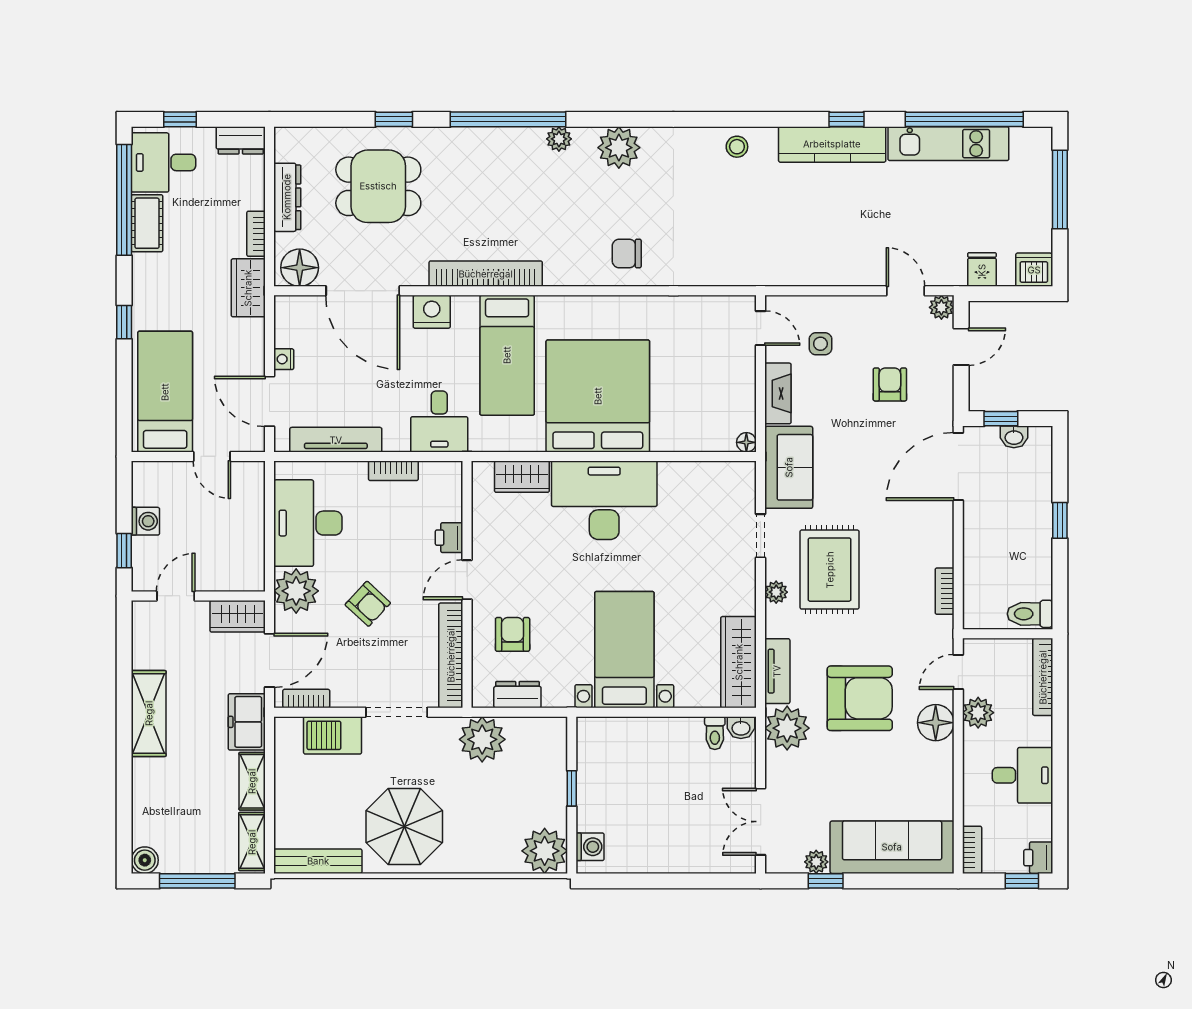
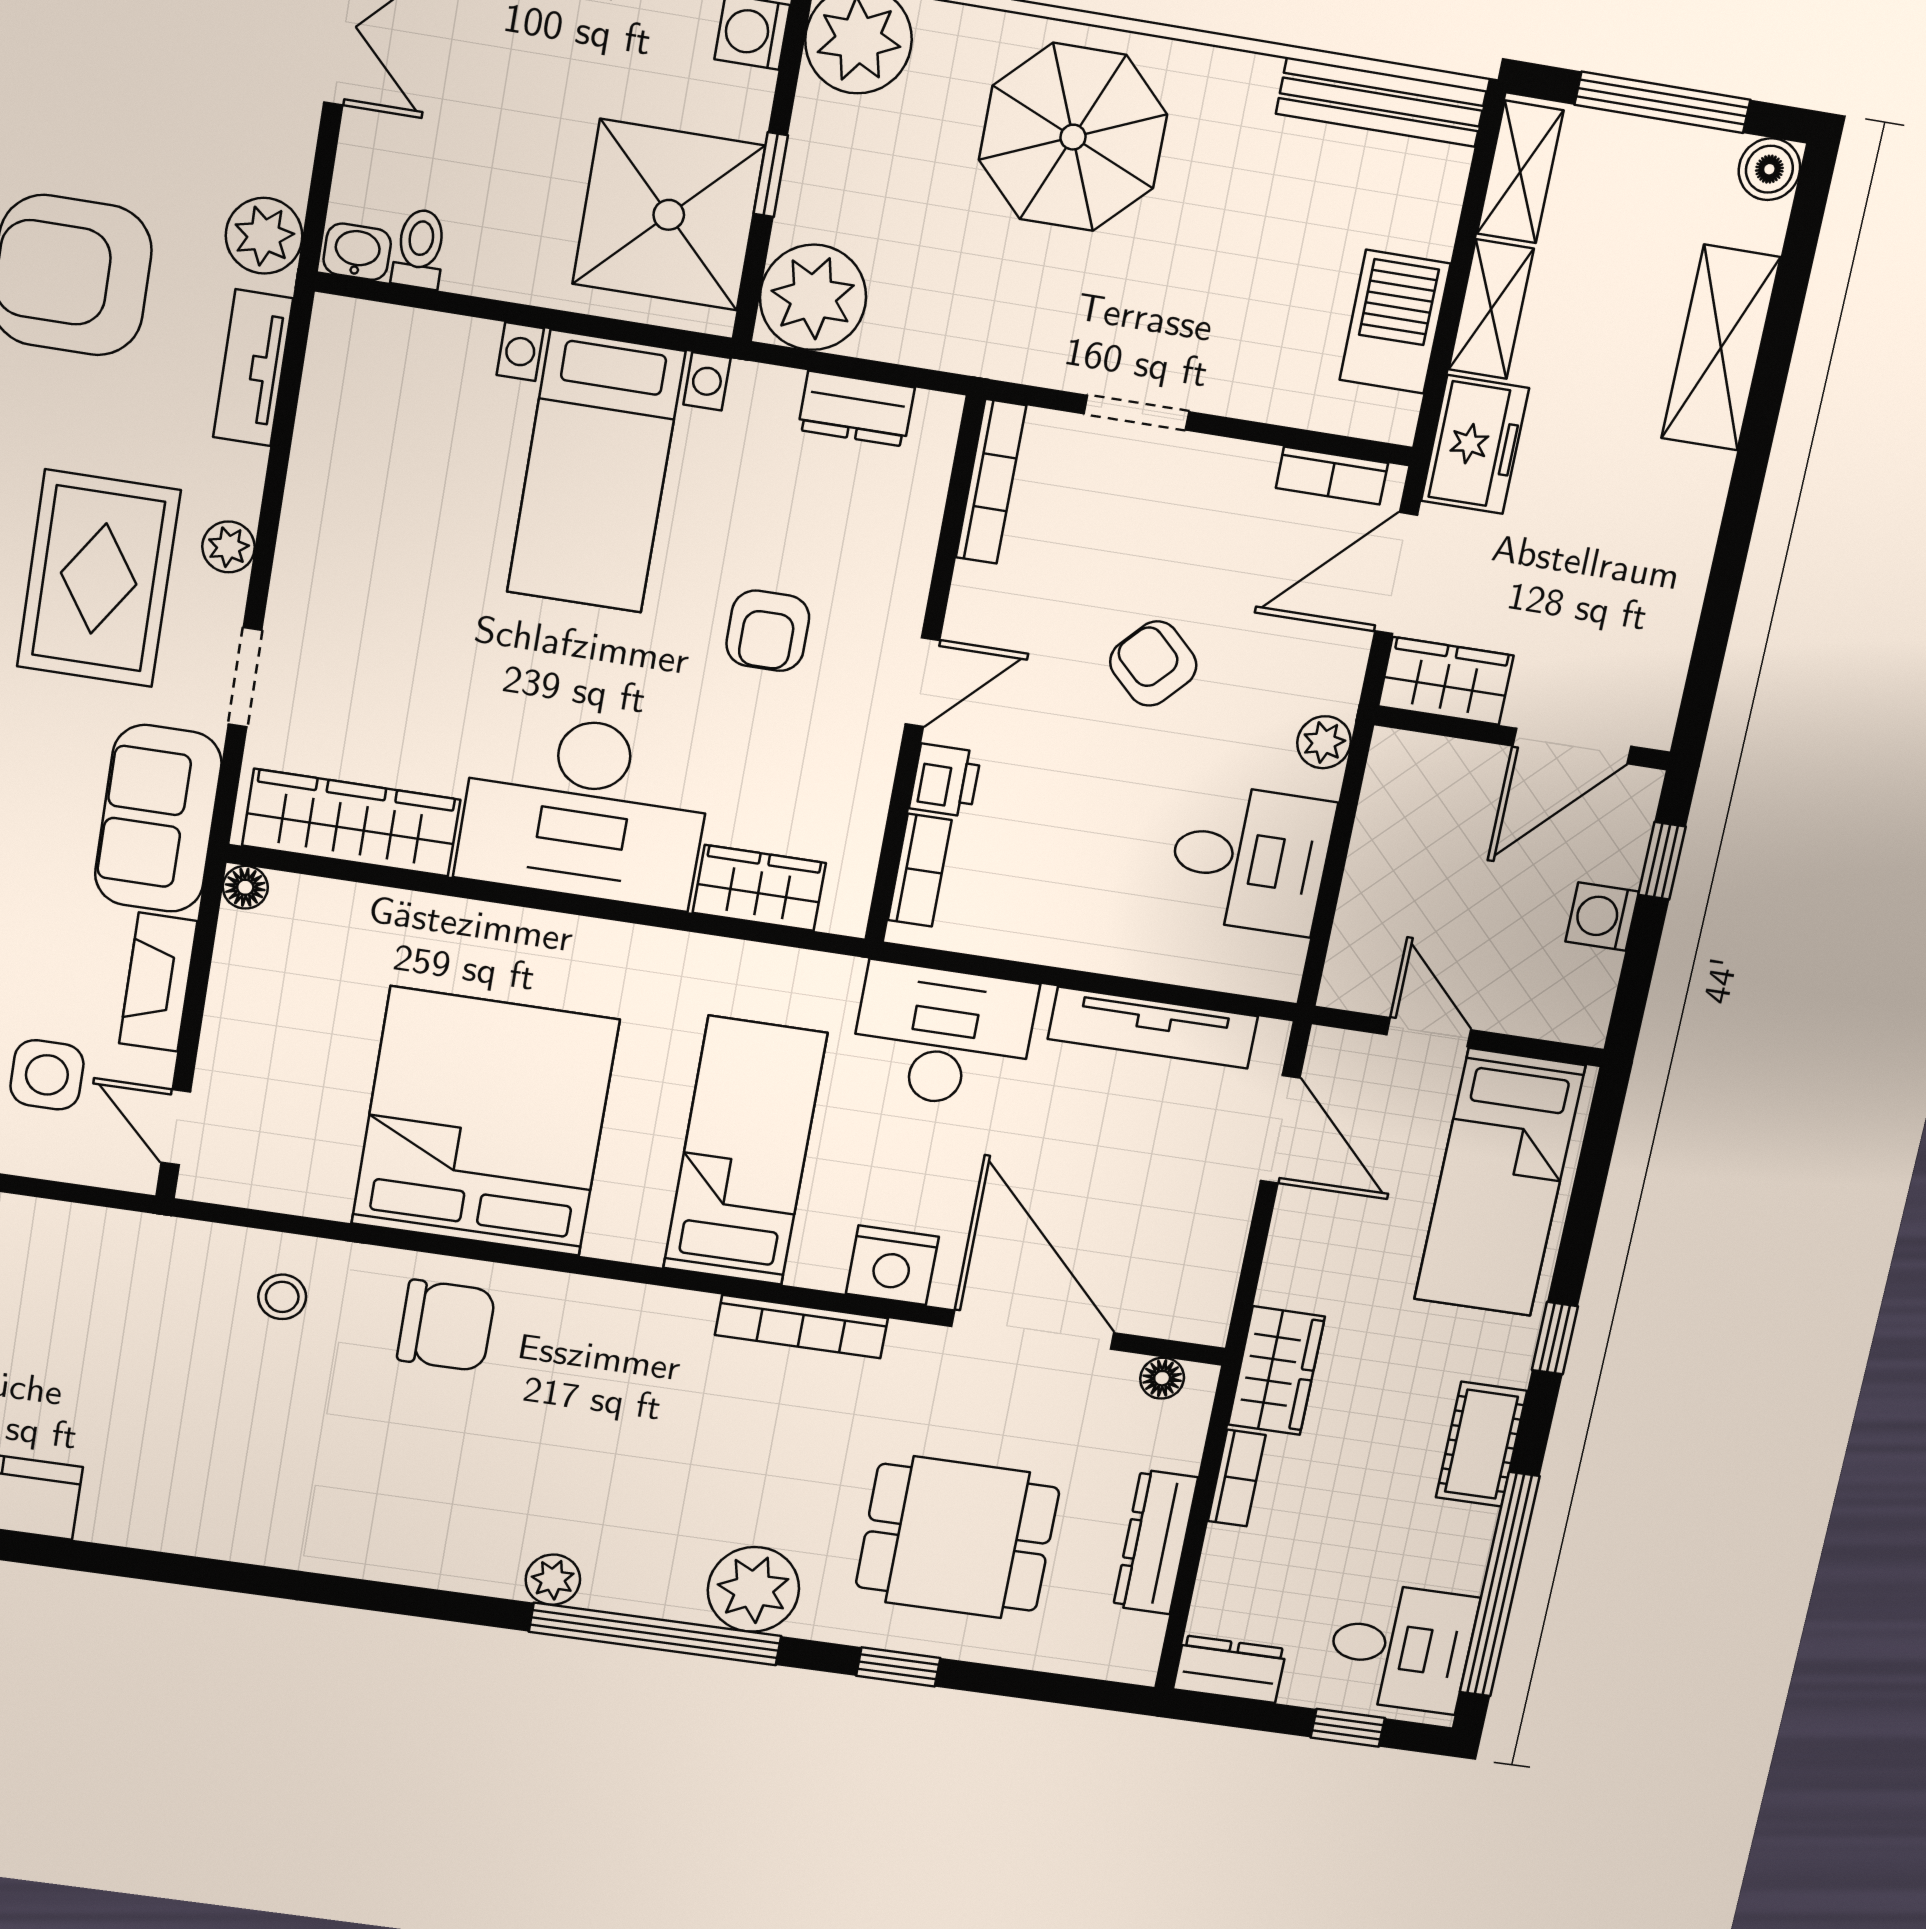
stool: (737, 147) -> (282, 1297), moved
plant: (619, 148) -> (753, 1589), moved
cot: (147, 223) -> (1481, 1444), moved
chair: (627, 253) -> (446, 1326), width x1.37, depth x1.37
floor lamp: (300, 268) -> (1162, 1378), width x0.53, depth x0.53
bookcase: (486, 274) -> (801, 1327), width x0.68, depth x0.76
side table: (820, 344) -> (47, 1075), width x1.37, depth x1.37
nightstand: (284, 359) -> (1231, 1213), removed
bed: (598, 396) -> (485, 1122), moved, turned 180
desk: (439, 422) -> (943, 1036), width x1.37
bookcase: (393, 471) -> (920, 870), moved, turned 90
desk: (308, 523) -> (1250, 859), width x0.73
plant: (296, 591) -> (1324, 742), width x0.53, depth x0.53
door: (176, 596) -> (1572, 746), width x1.37
armchair: (513, 634) -> (768, 631), moved
bookcase: (451, 655) -> (991, 482), width x0.68, depth x0.76
wardrobe: (739, 662) -> (351, 823), moved, turned -90
doorway: (397, 712) -> (1136, 413), width x0.73
shelving: (149, 713) -> (1721, 348), moved
plant: (787, 728) -> (264, 236), width x0.73, depth x0.73
barbecue: (333, 735) -> (1395, 322), moved, turned -90
plant: (482, 739) -> (813, 297), moved
shower: (612, 764) -> (669, 215), added
parasol: (404, 827) -> (1073, 137), moved

